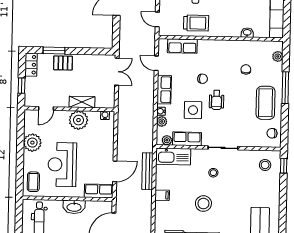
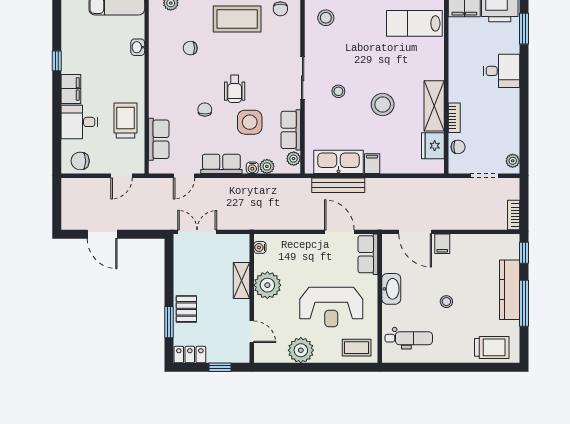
wheelchair: (217, 100) -> (235, 89), turned 90
kitchen sink: (173, 157) -> (338, 162), moved, turned -90

